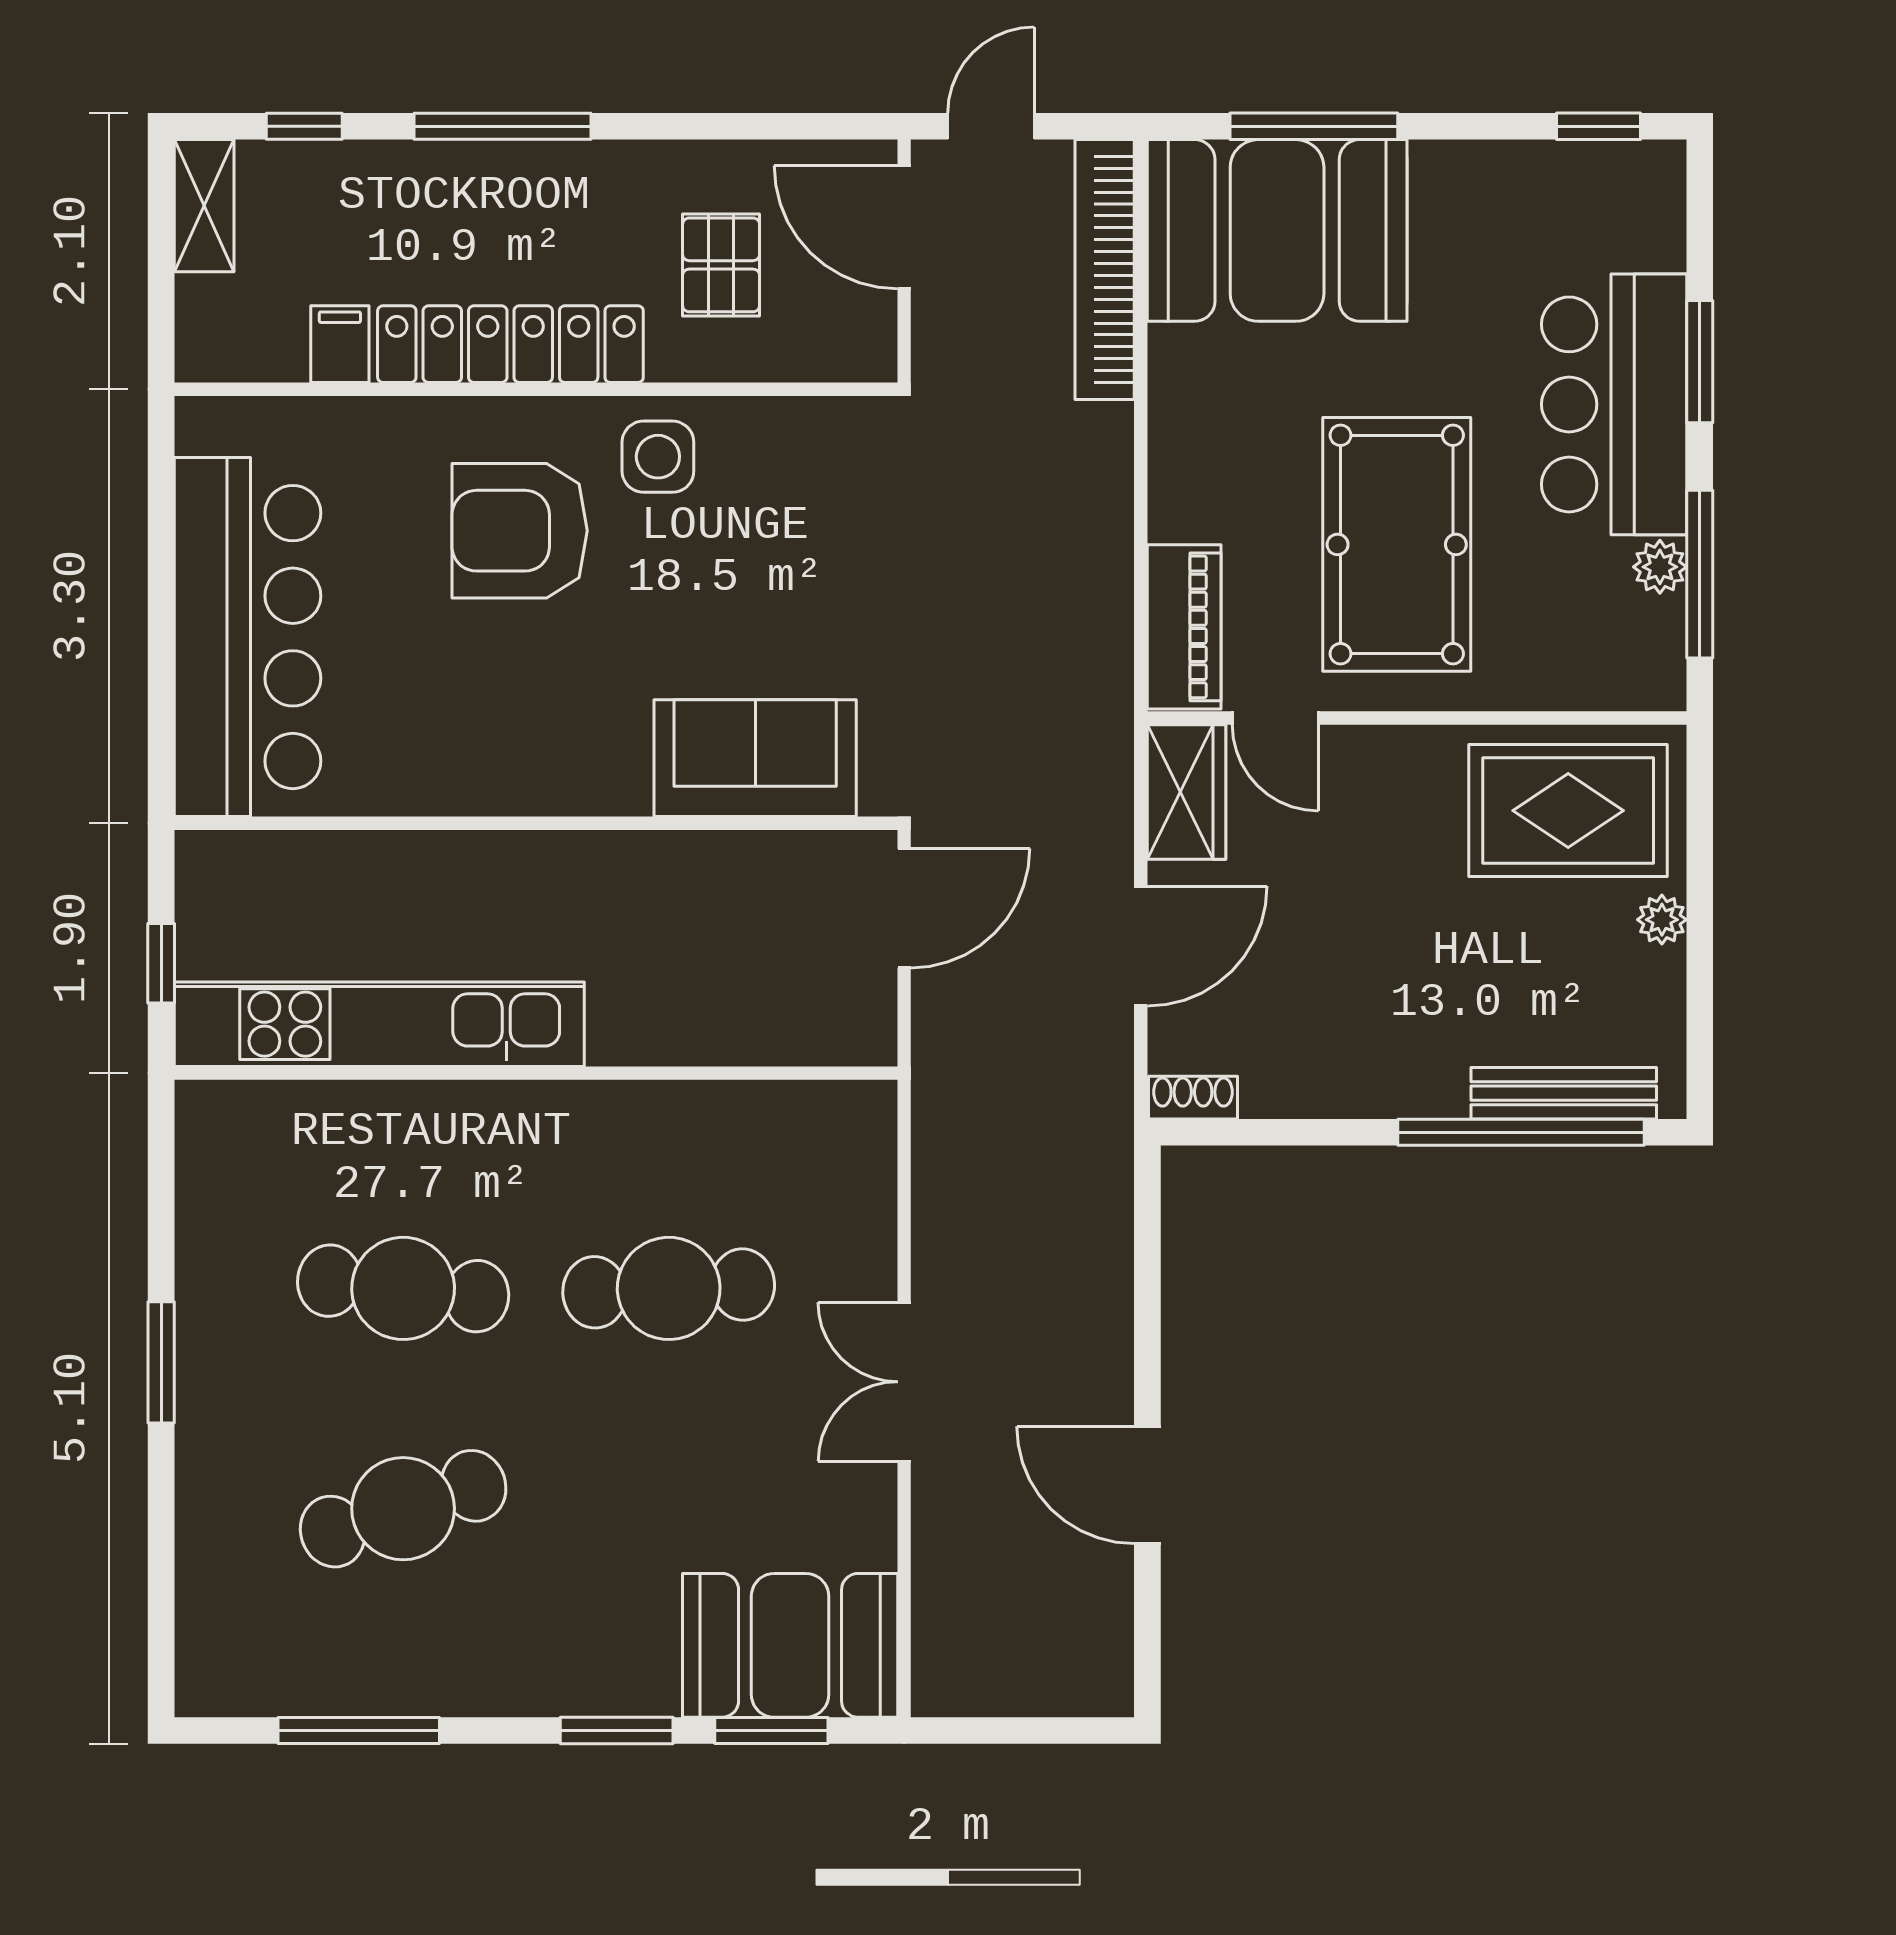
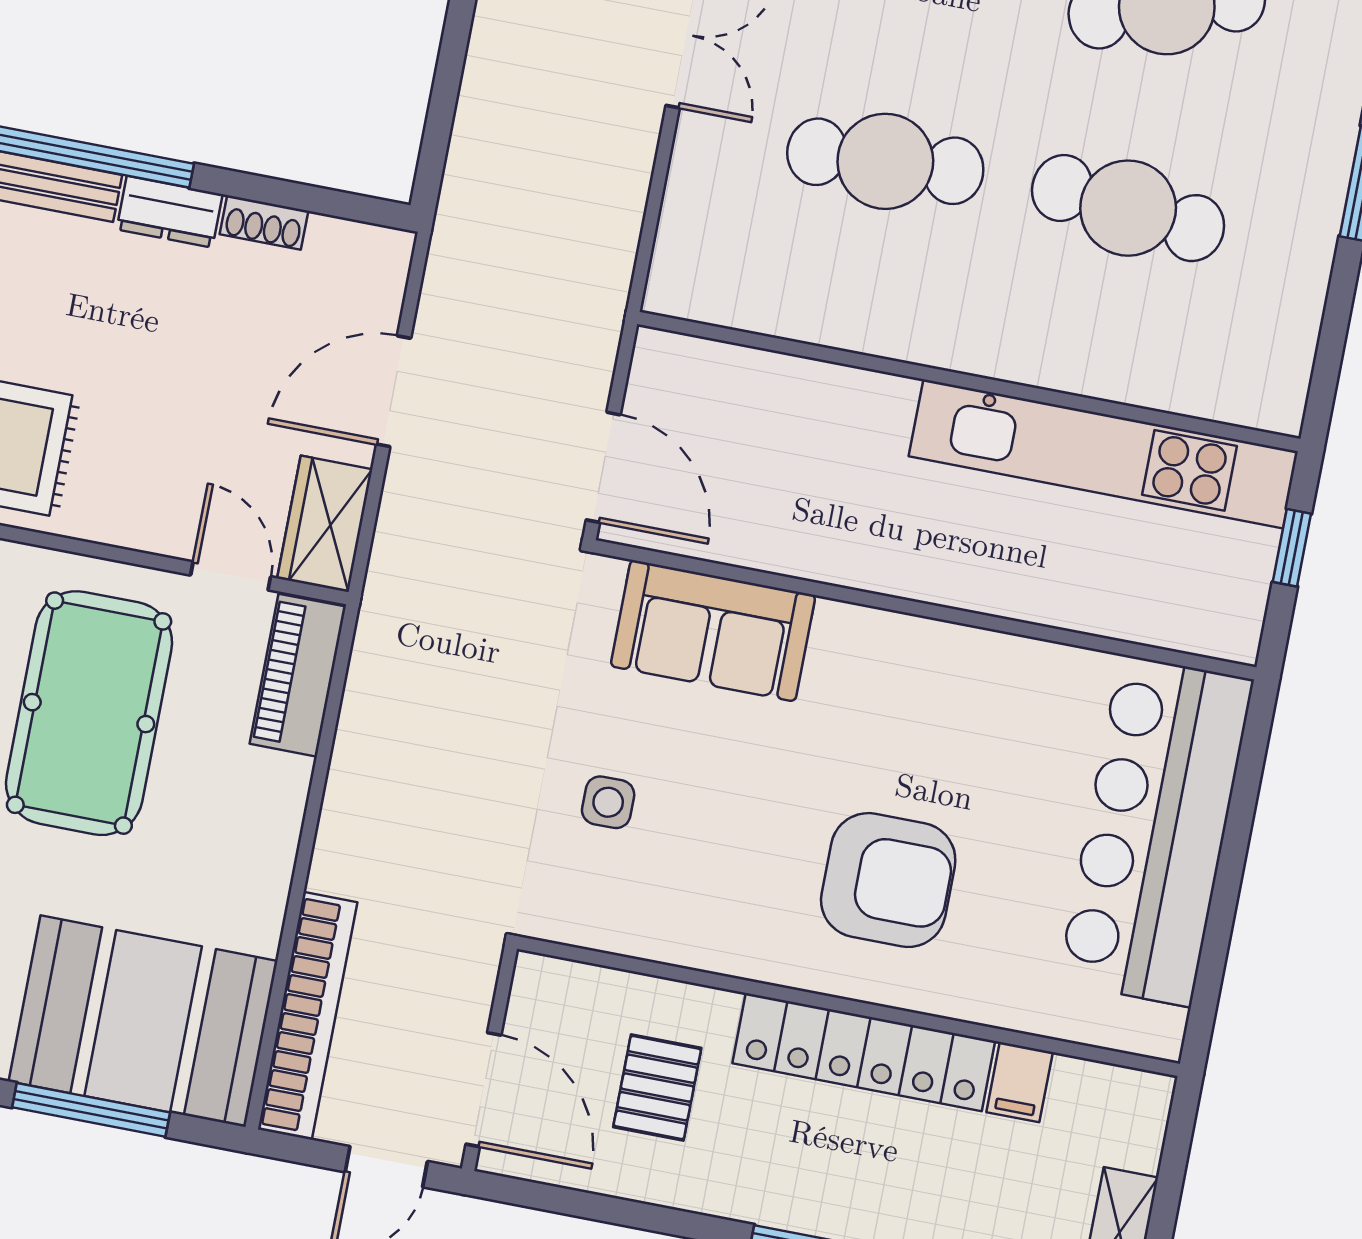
side table: (658, 457) -> (608, 802), moved, width x0.73, depth x0.73
door: (904, 908) -> (603, 467), swing flipped
dresser: (1414, 1090) -> (170, 212), added
shoe rack: (1193, 1098) -> (264, 223), moved

